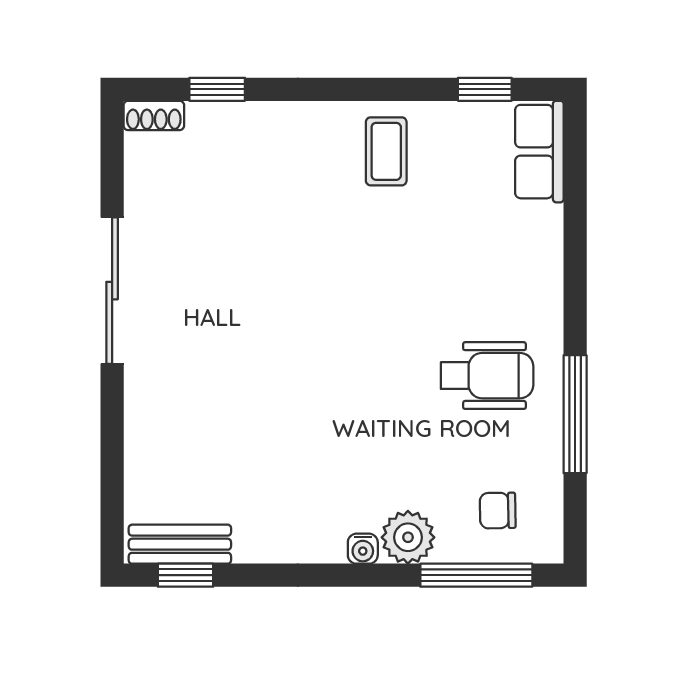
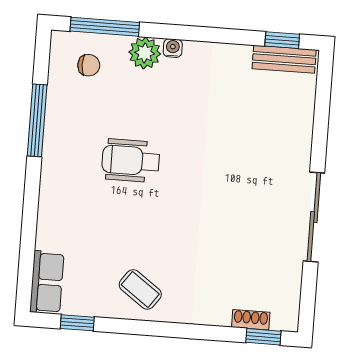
window: (217, 89) -> (263, 337), moved
shoe rack: (154, 115) -> (251, 320), moved
coffee table: (386, 151) -> (140, 289), turned -54
wheelchair: (487, 376) -> (131, 161), moved

